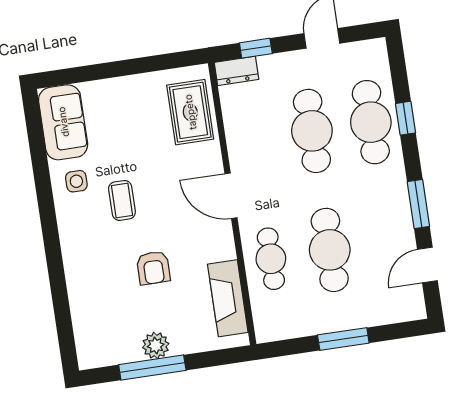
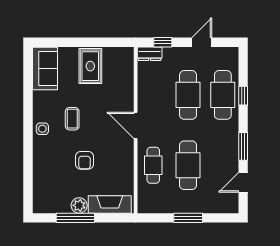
rug: (190, 112) -> (90, 66), moved
side table: (76, 181) -> (42, 129), moved
fireplace: (228, 298) -> (110, 205), moved, turned 90

